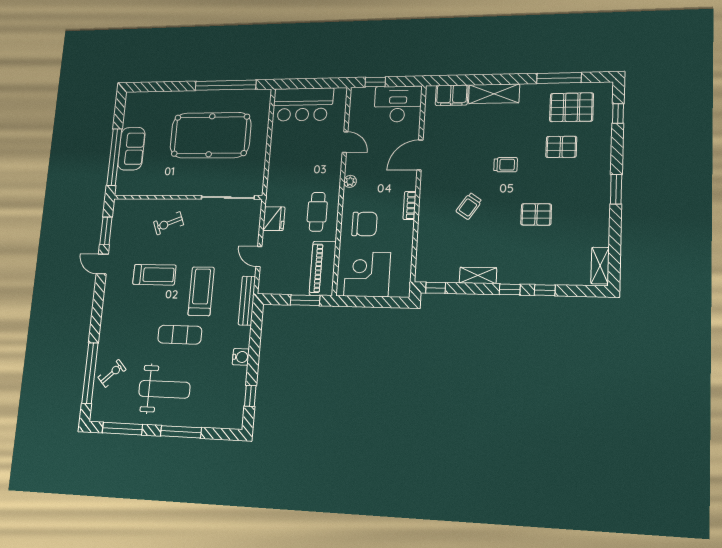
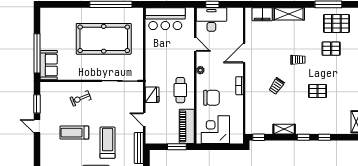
desk: (398, 104) -> (211, 19), moved
sofa: (131, 149) -> (49, 65), moved
treadmill: (154, 275) -> (74, 133), turned 180

